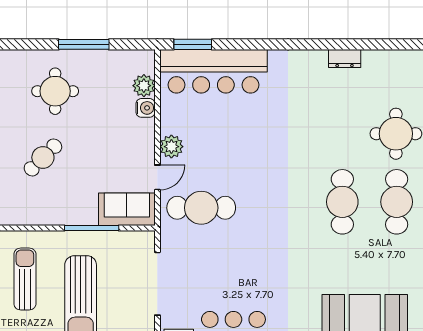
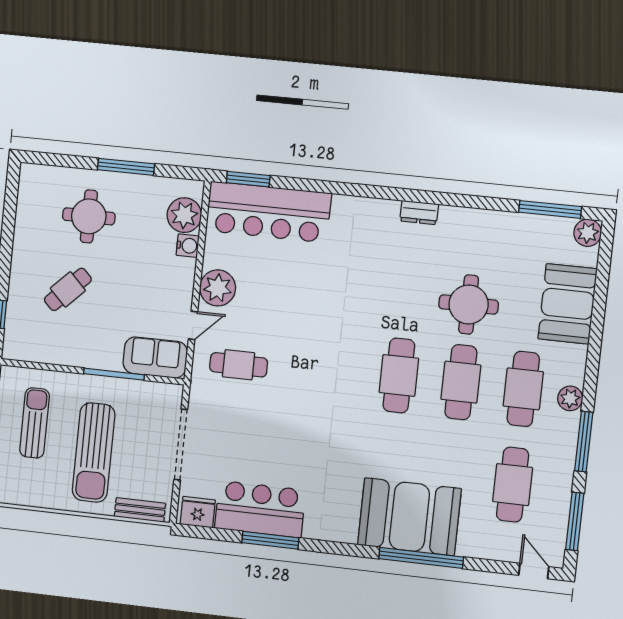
plant: (144, 86) -> (184, 215), width x1.36, depth x1.36
plant: (171, 147) -> (218, 288), width x1.36, depth x1.36
cafe table: (201, 208) -> (239, 365), width x0.73, depth x0.74

